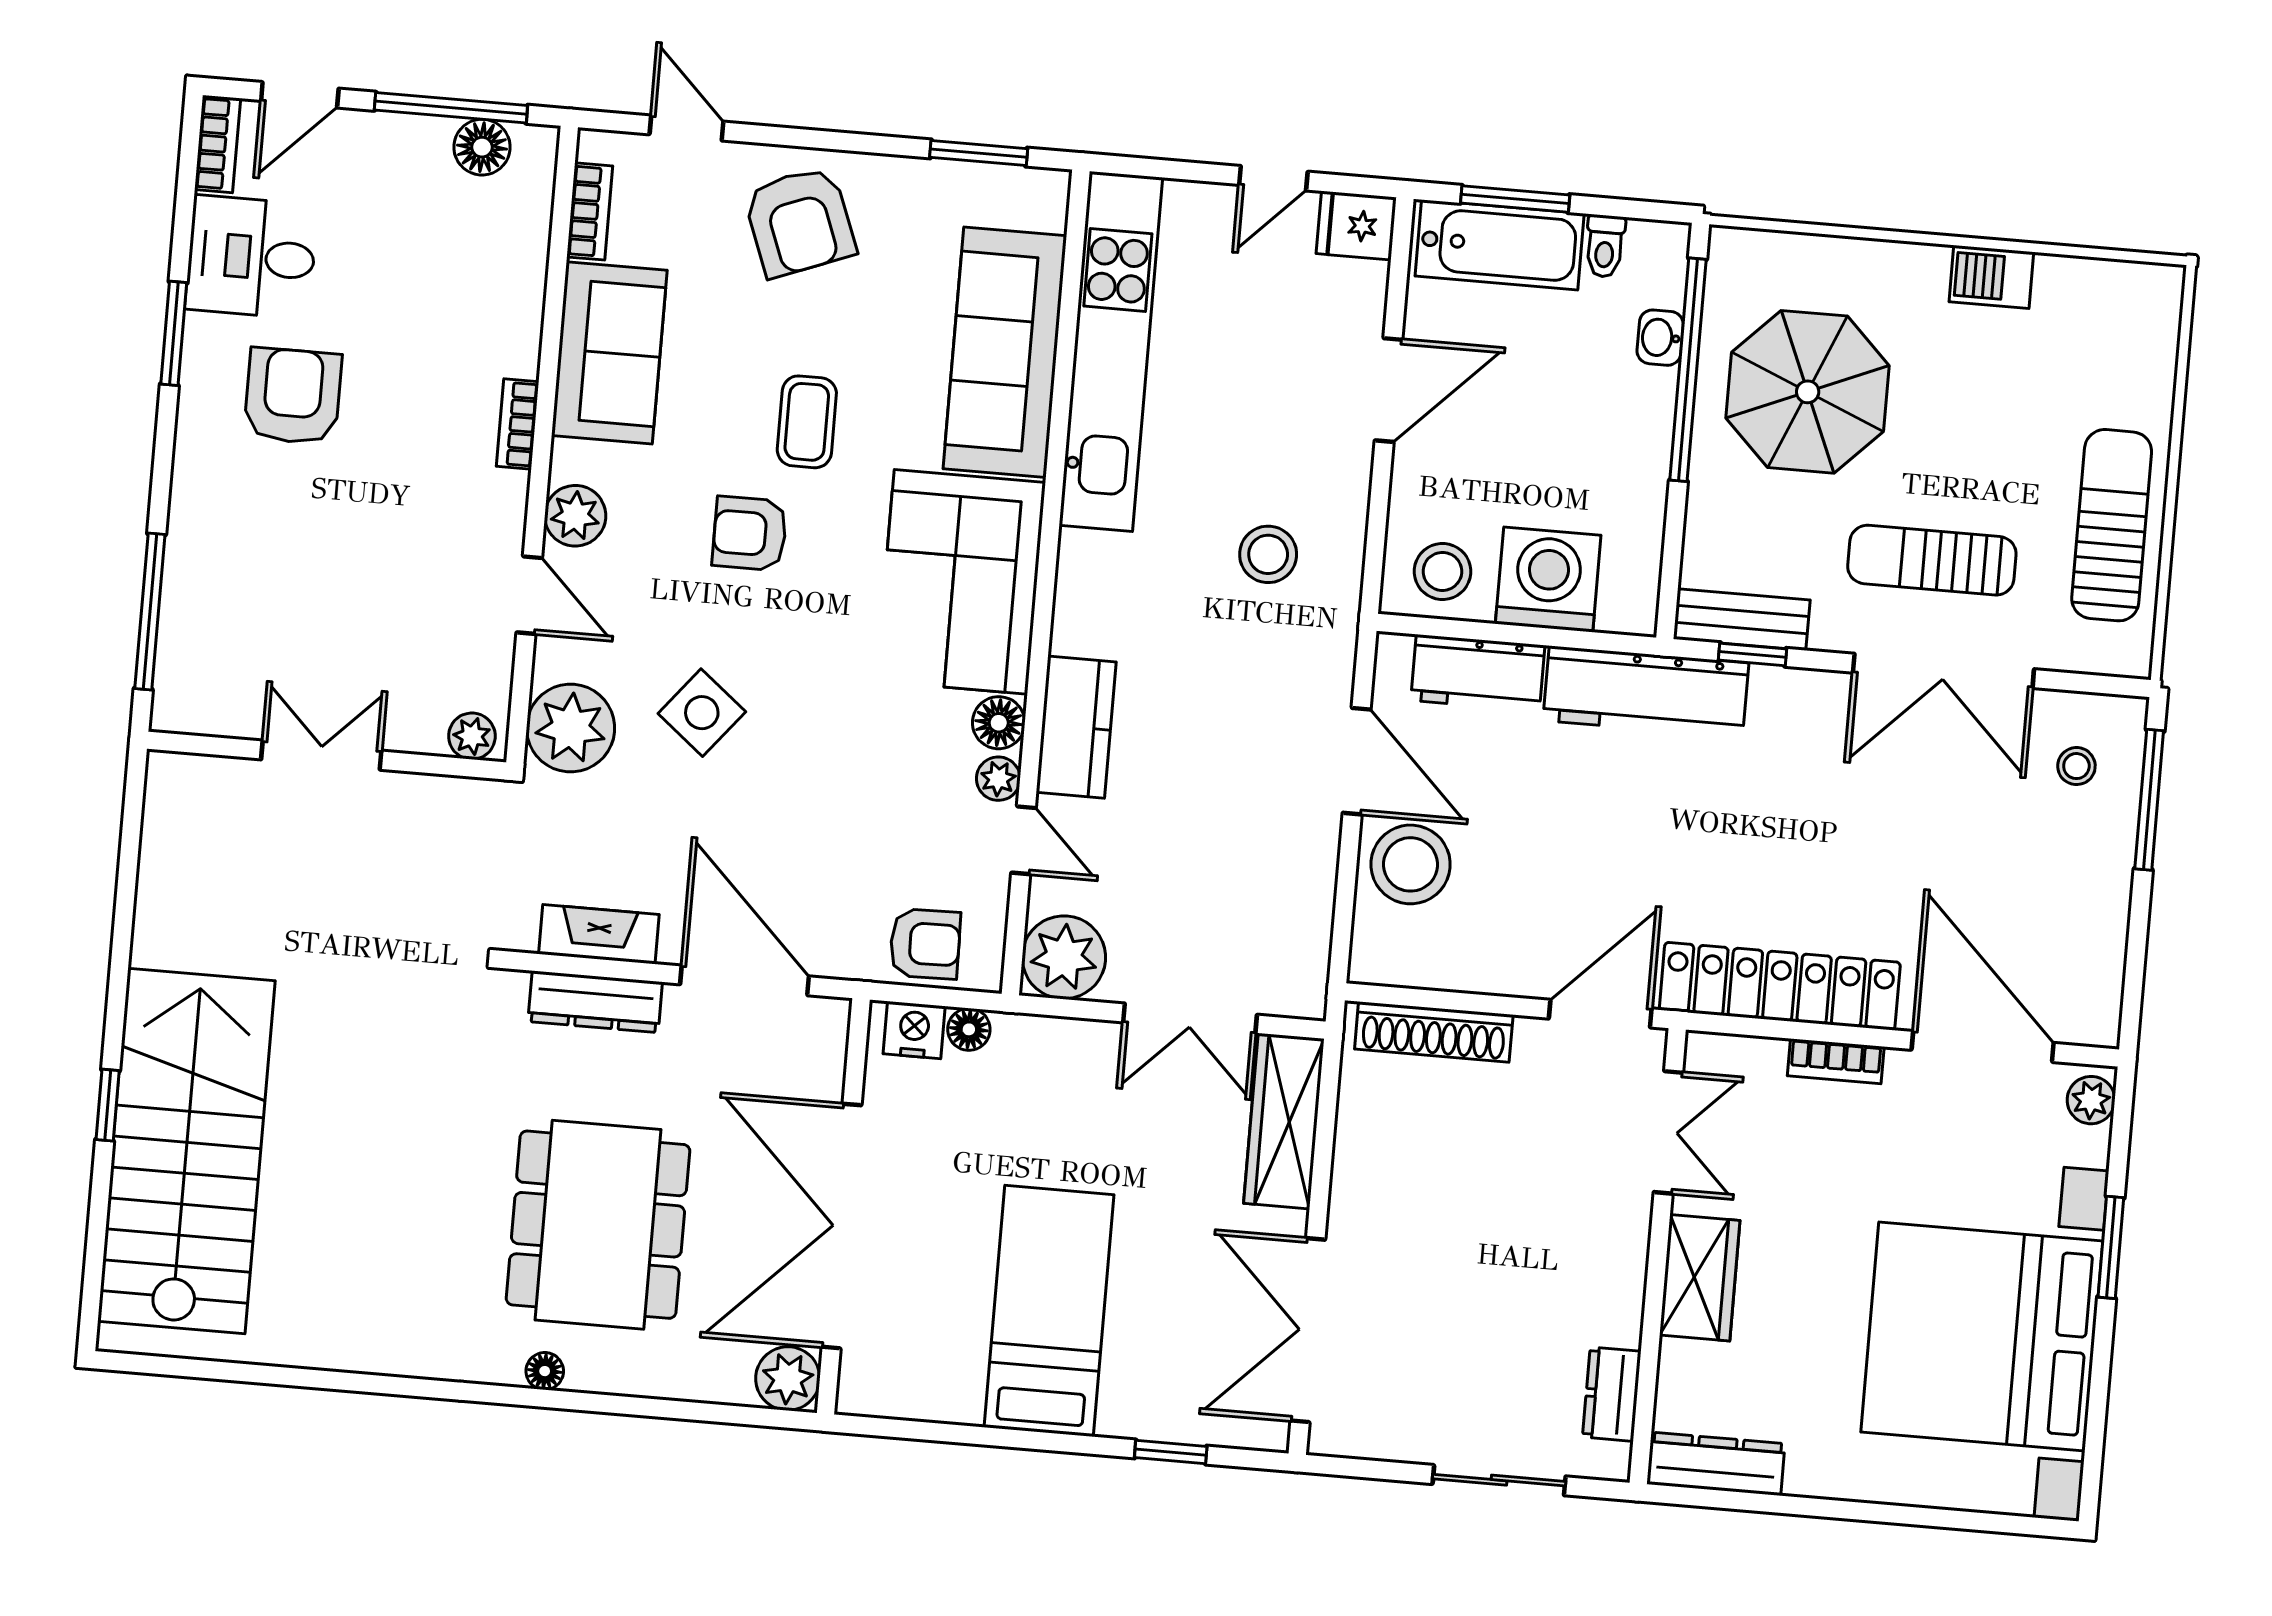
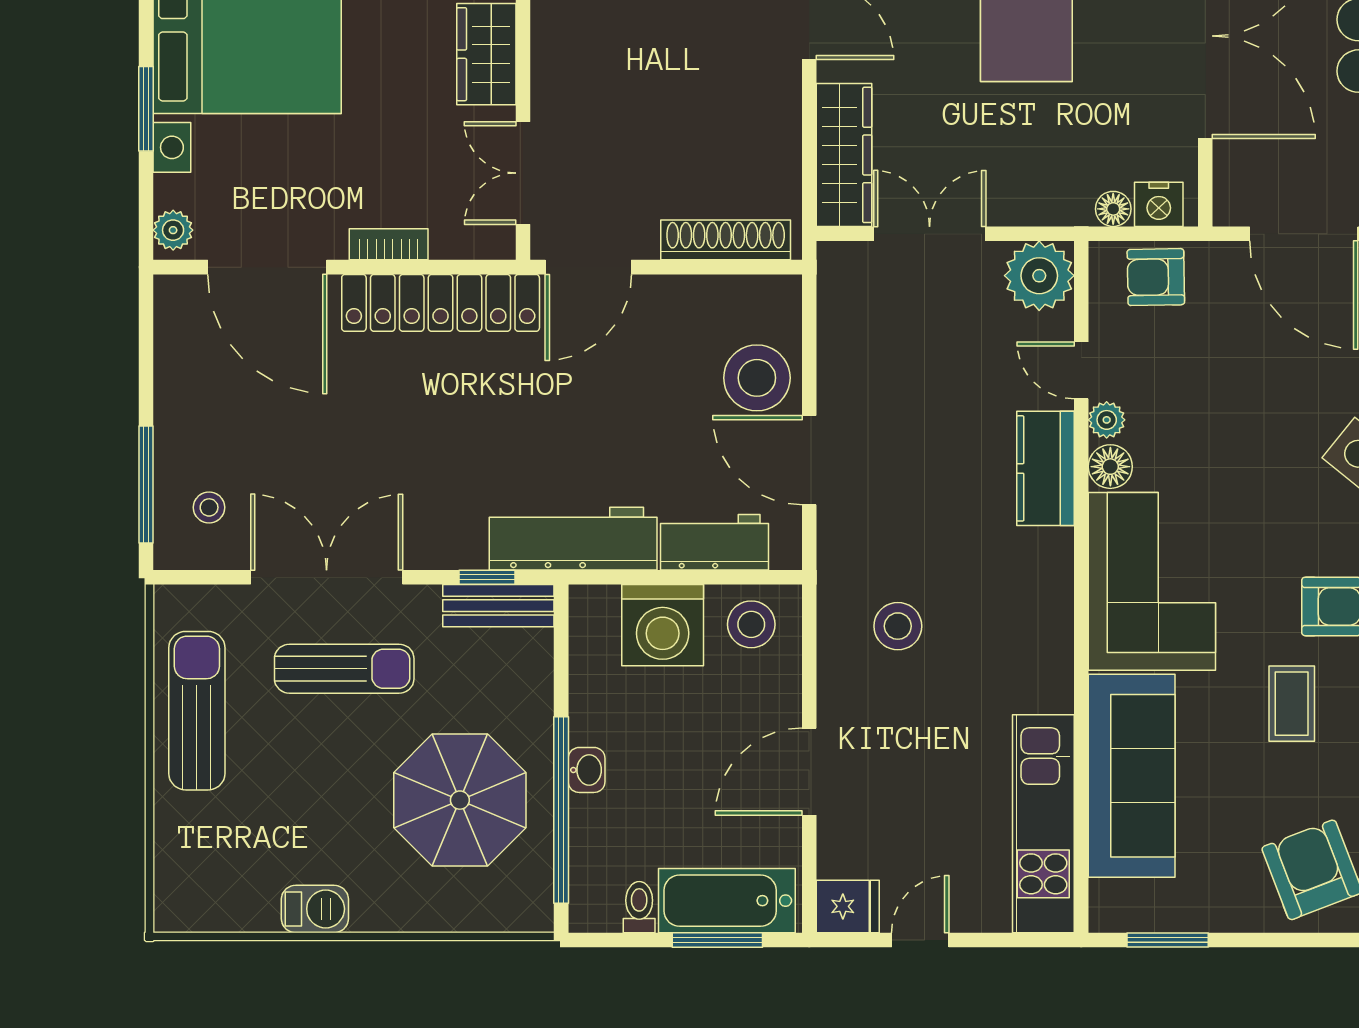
washbasin: (1660, 338) -> (587, 770), moved
kitchen unit: (1111, 351) -> (1043, 824), width x0.73
sun lounger: (2112, 525) -> (197, 711), turned 180

